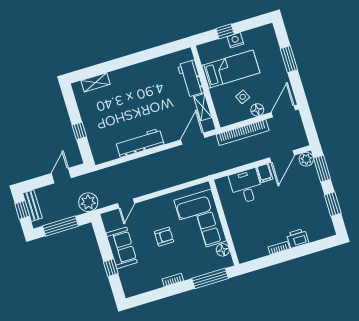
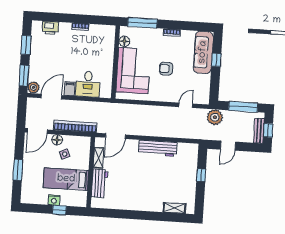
printer: (298, 238) -> (50, 28), moved
sofa: (122, 248) -> (203, 52), moved, width x1.36

